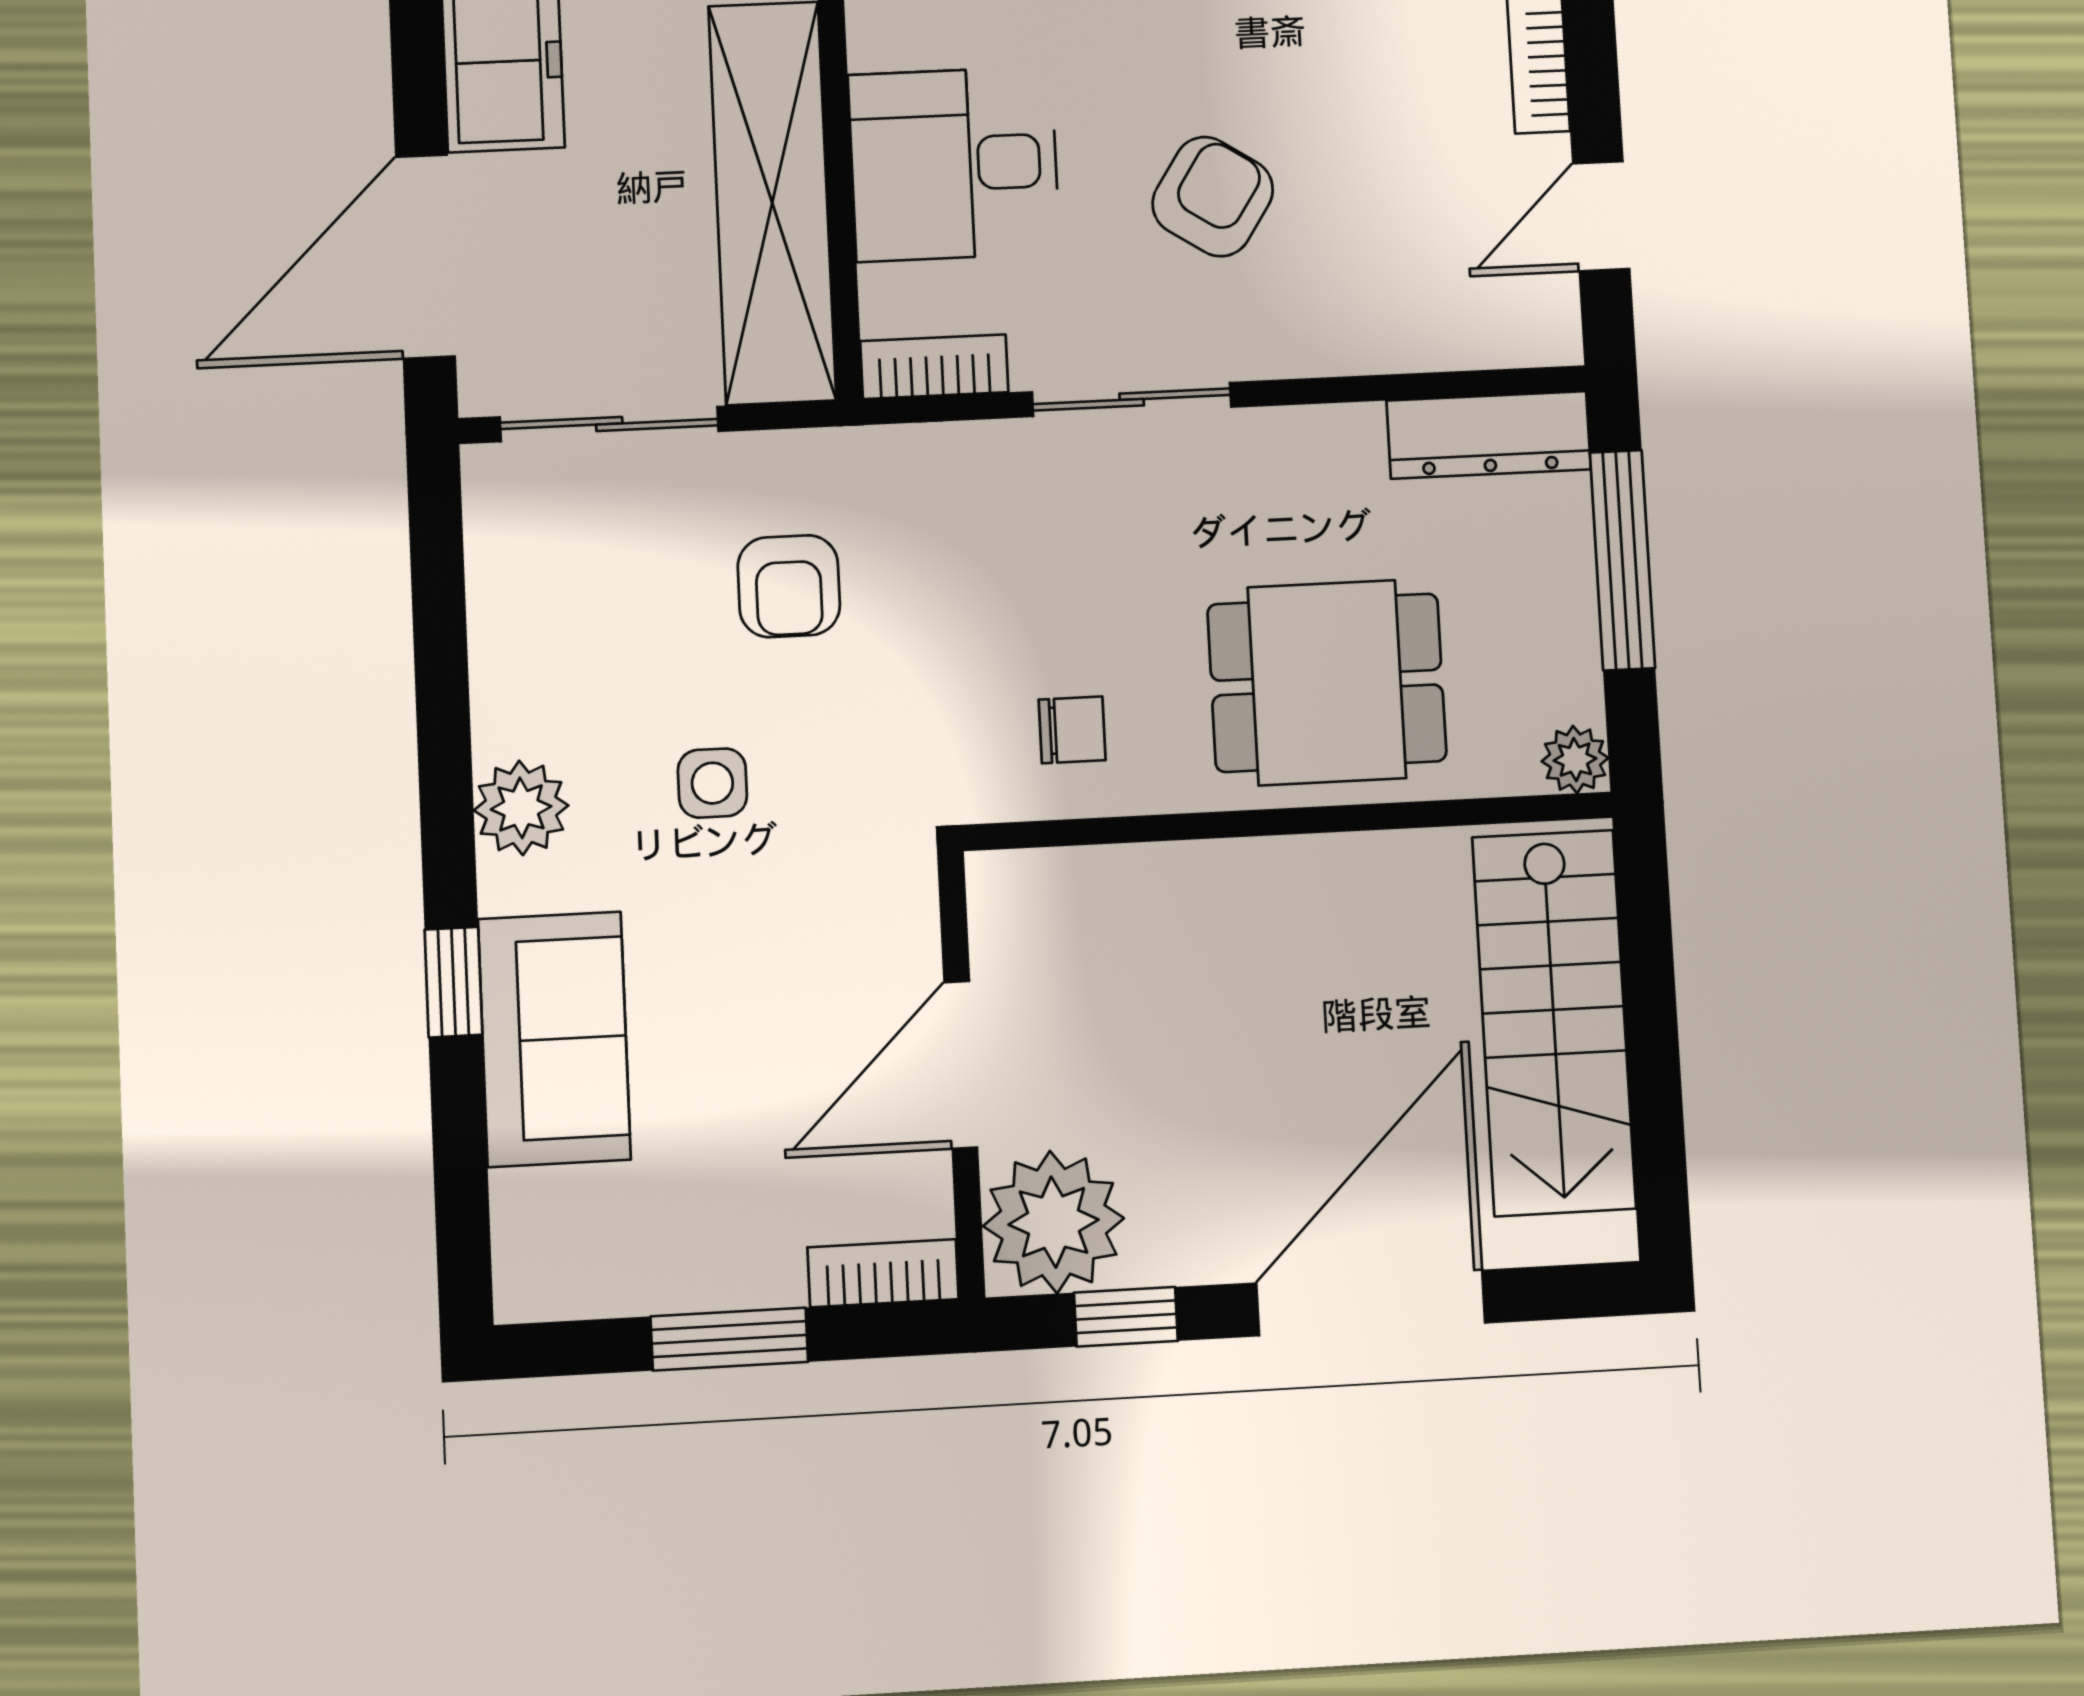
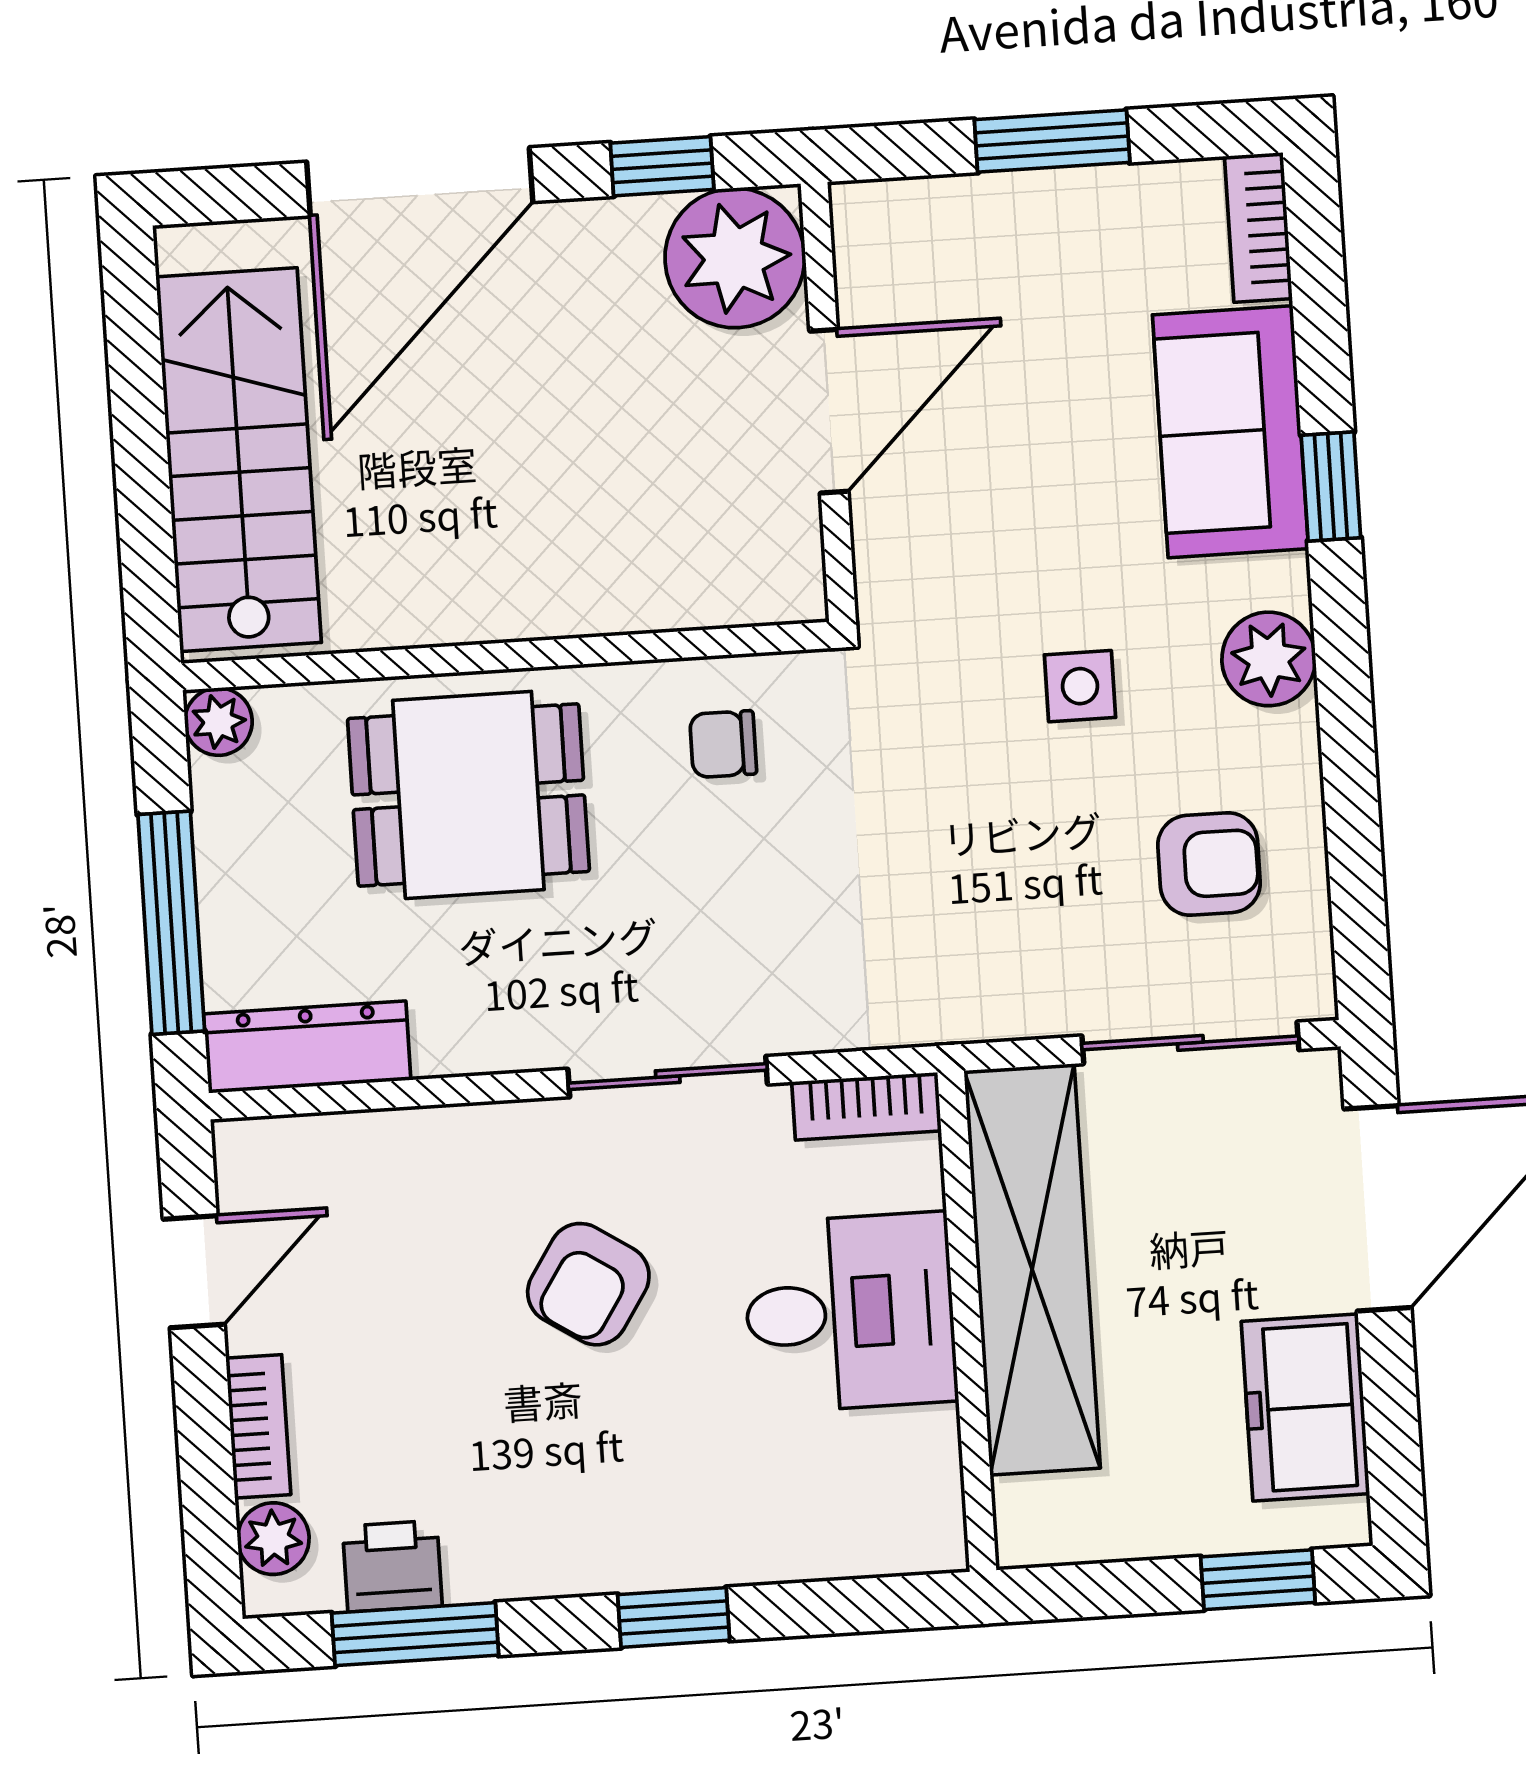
armchair: (789, 586) -> (1209, 864), moved, turned 90
bookcase: (883, 1273) -> (1258, 227), moved, turned 90

